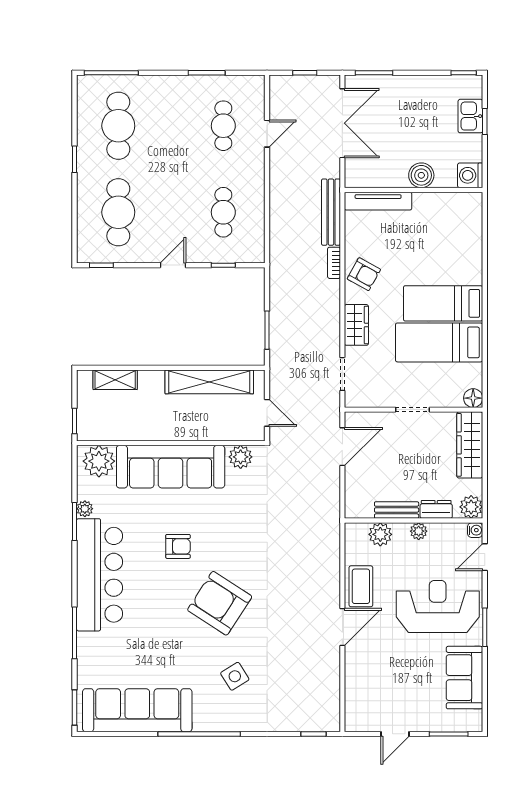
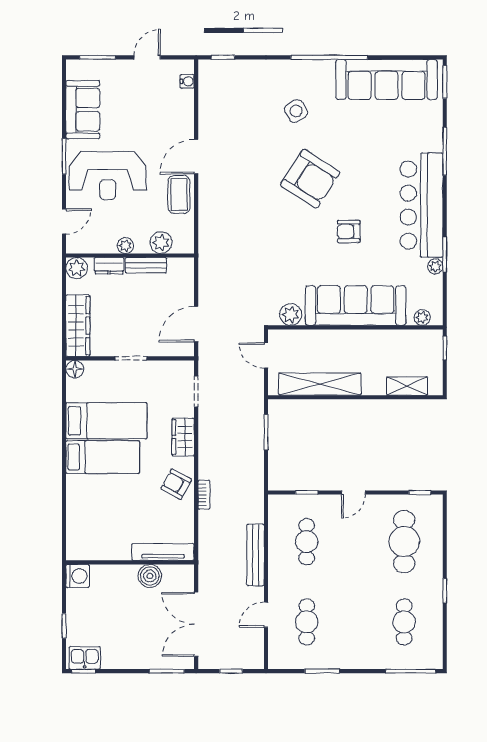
kitchen sink: (470, 116) -> (85, 658), moved, turned -90
cafe table: (118, 126) -> (404, 622), width x0.73, depth x0.74
boiler: (421, 175) -> (150, 576), moved
bench: (331, 212) -> (255, 555), moved
plant: (99, 461) -> (422, 317), width x0.53, depth x0.53
water cooler: (475, 530) -> (187, 81), moved, turned 180

